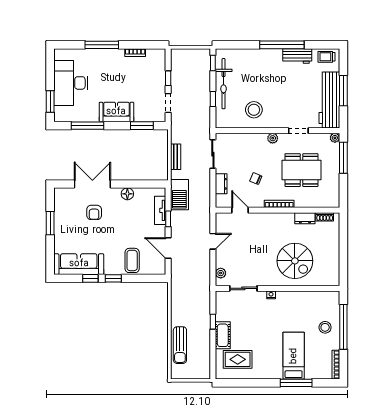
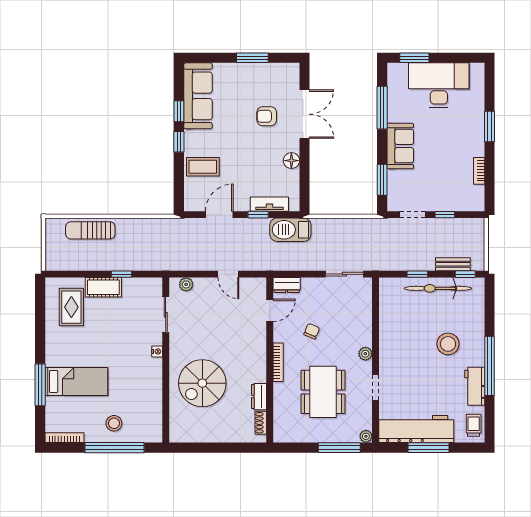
window: (102, 45) -> (489, 126), width x0.69
stool: (254, 110) -> (448, 344), moved
bench: (176, 157) -> (453, 264), moved
dresser: (221, 184) -> (287, 285), moved

